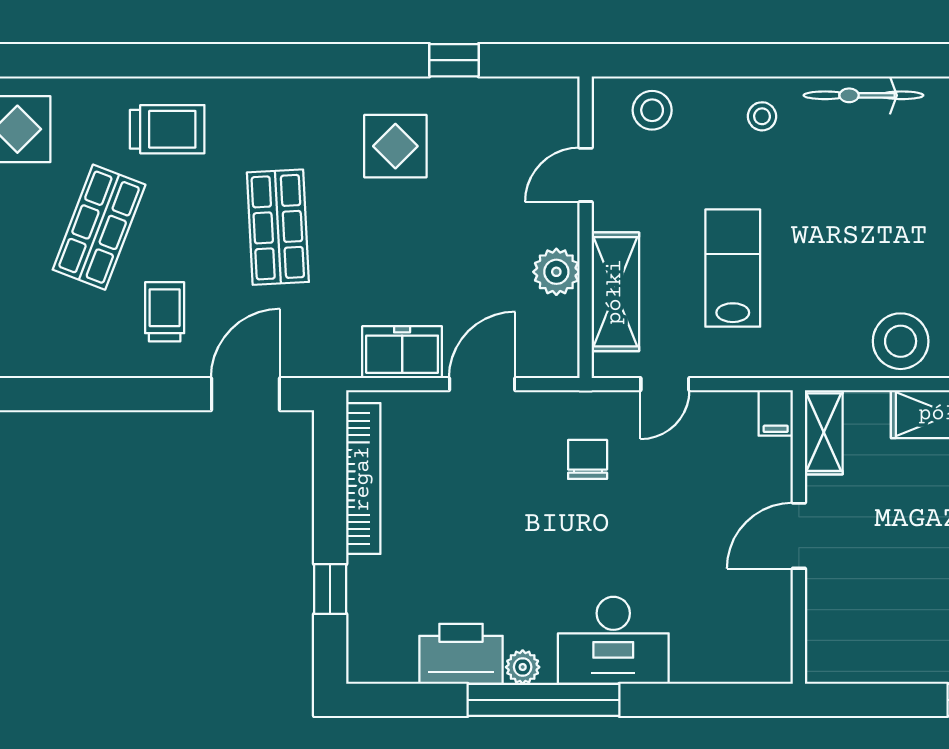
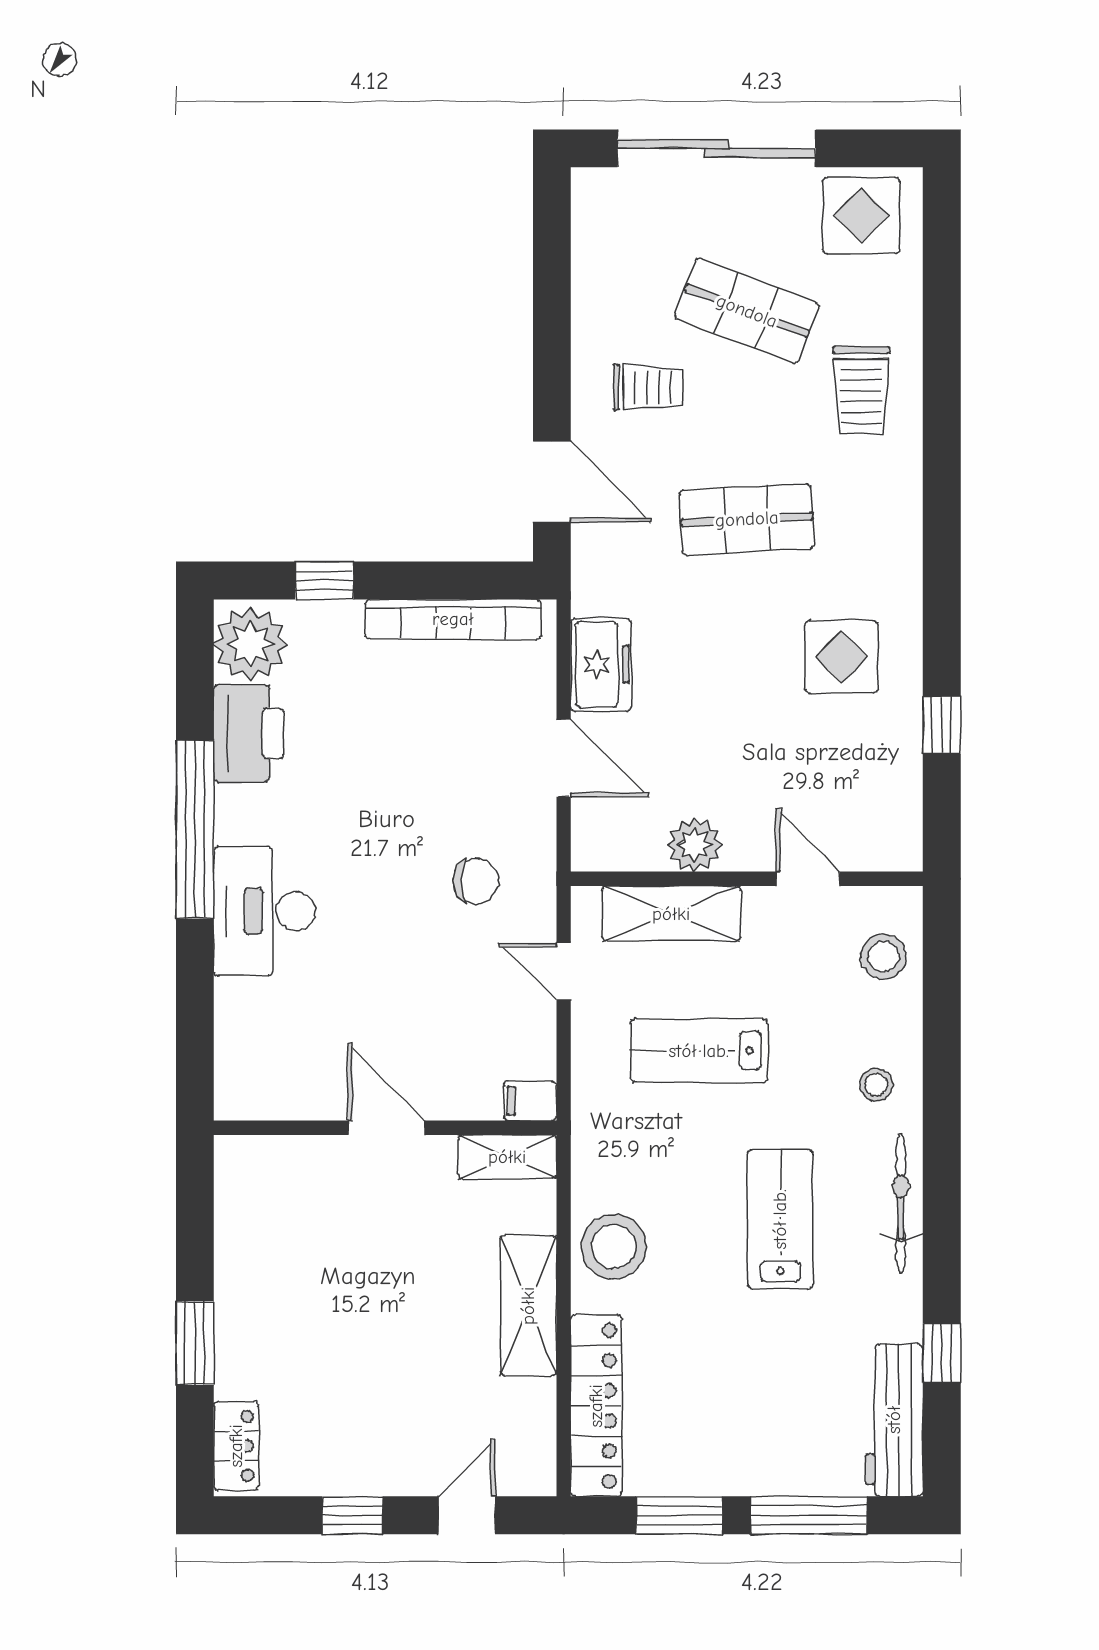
lab bench: (877, 199) -> (780, 1219), added
lab bench: (733, 268) -> (699, 1051), turned 180
plant: (523, 667) -> (250, 644), moved, width x1.87, depth x1.87

